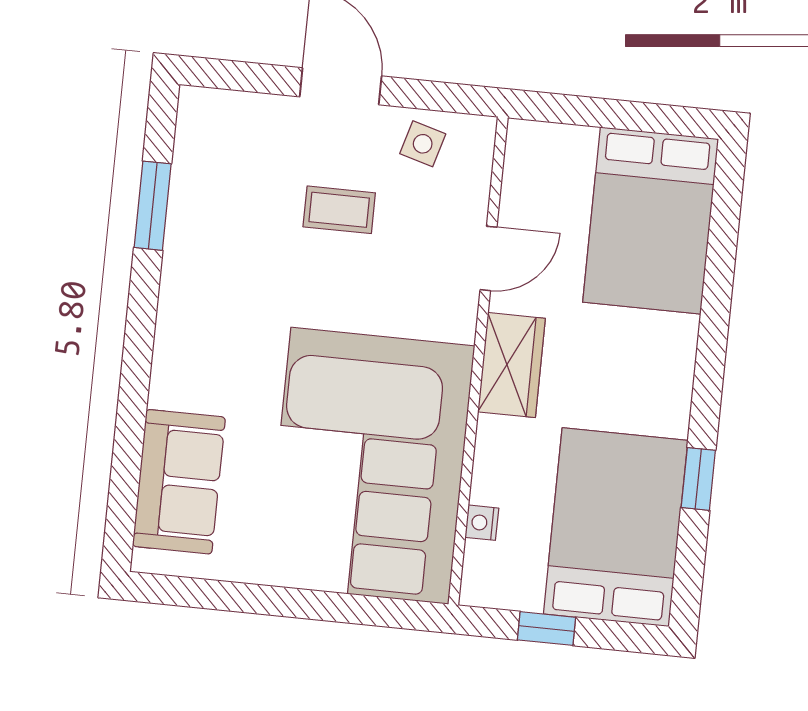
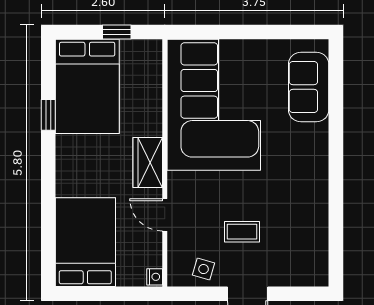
window: (153, 206) -> (336, 224), removed
door: (488, 258) -> (165, 215), hinge flipped
nightstand: (482, 523) -> (155, 277), moved

